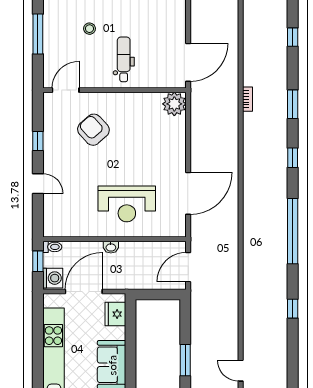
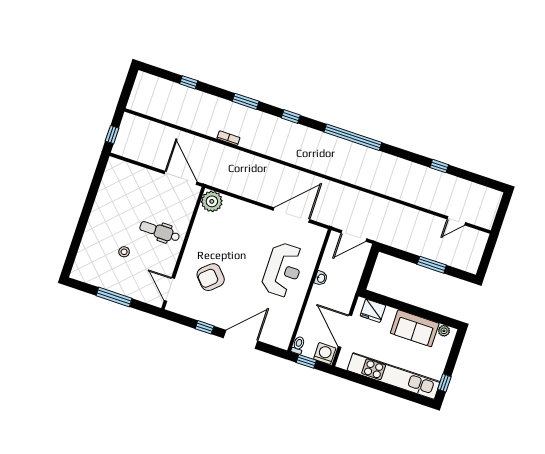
door: (38, 184) -> (241, 339), width x1.88
door: (188, 193) -> (291, 215), hinge flipped
washbasin: (111, 247) -> (321, 278), moved
door: (188, 267) -> (354, 236), hinge flipped
window: (293, 309) -> (439, 166), moved

